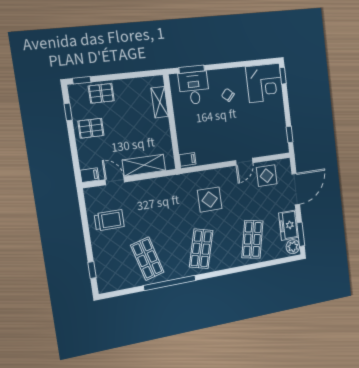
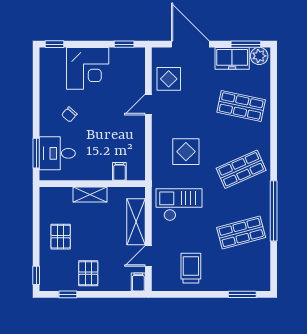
corner desk: (264, 83) -> (88, 68), moved, turned 90
pallet: (101, 93) -> (61, 237), moved
shelving: (160, 102) -> (90, 194), moved
filing cabinet: (188, 159) -> (119, 171), moved
door: (244, 162) -> (148, 104), swing flipped
checkout: (164, 201) -> (179, 205), added
shop shelf: (201, 249) -> (241, 169), turned -39
window: (92, 270) -> (242, 294), width x1.50

